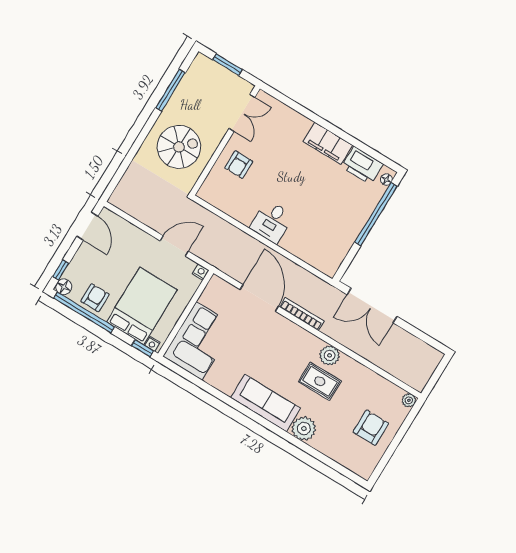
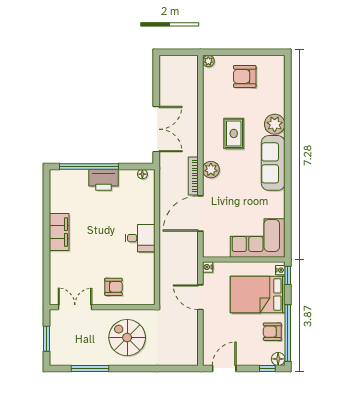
printer: (362, 165) -> (104, 180), moved, turned 90
floor lamp: (386, 180) -> (142, 174), moved
plant: (330, 355) -> (211, 170), moved

